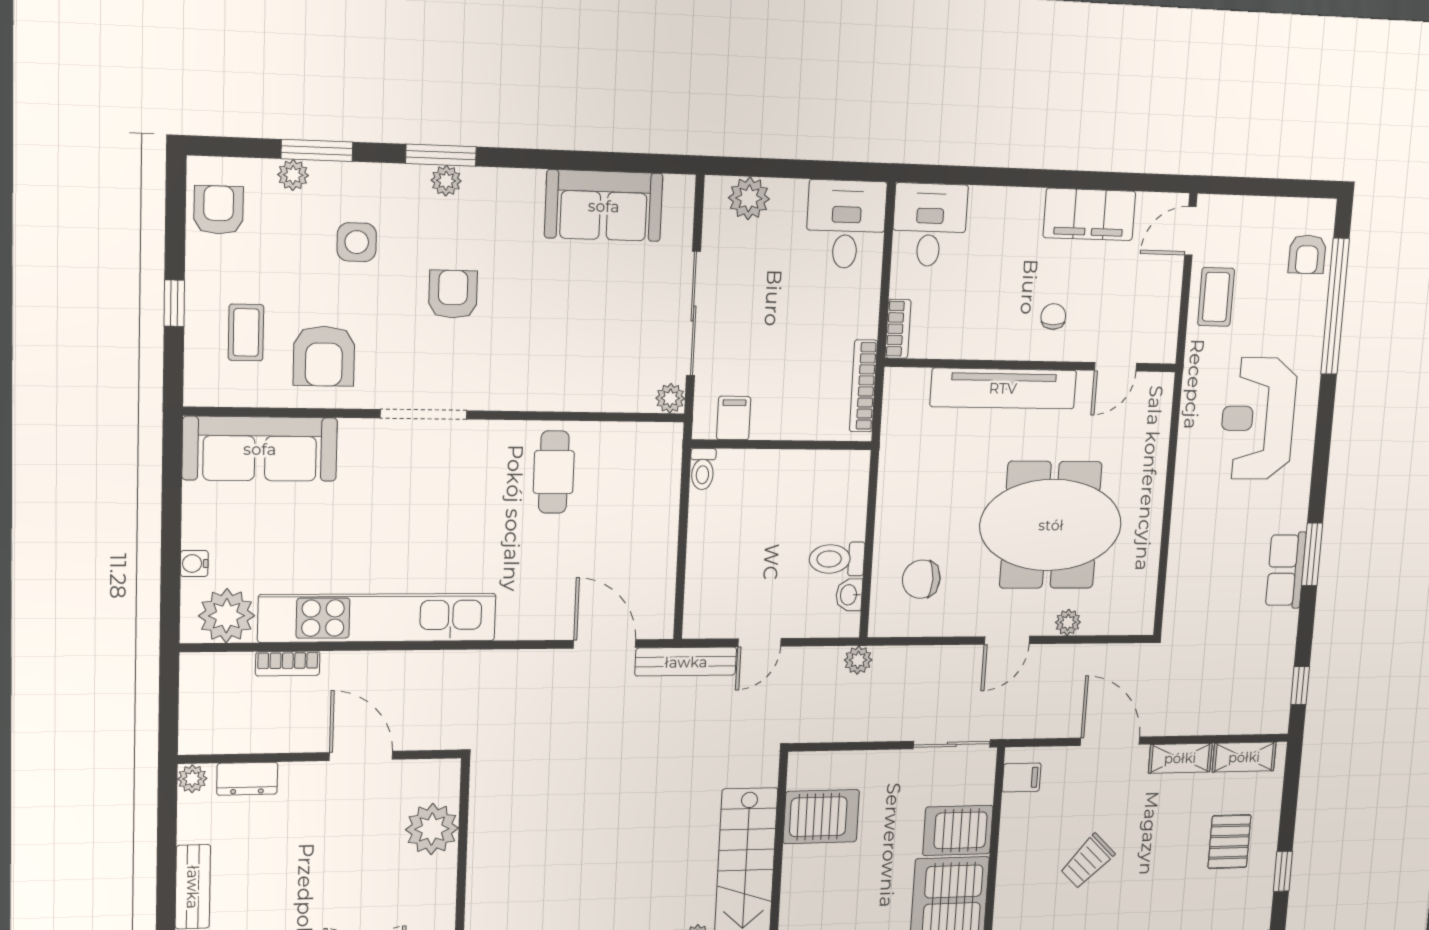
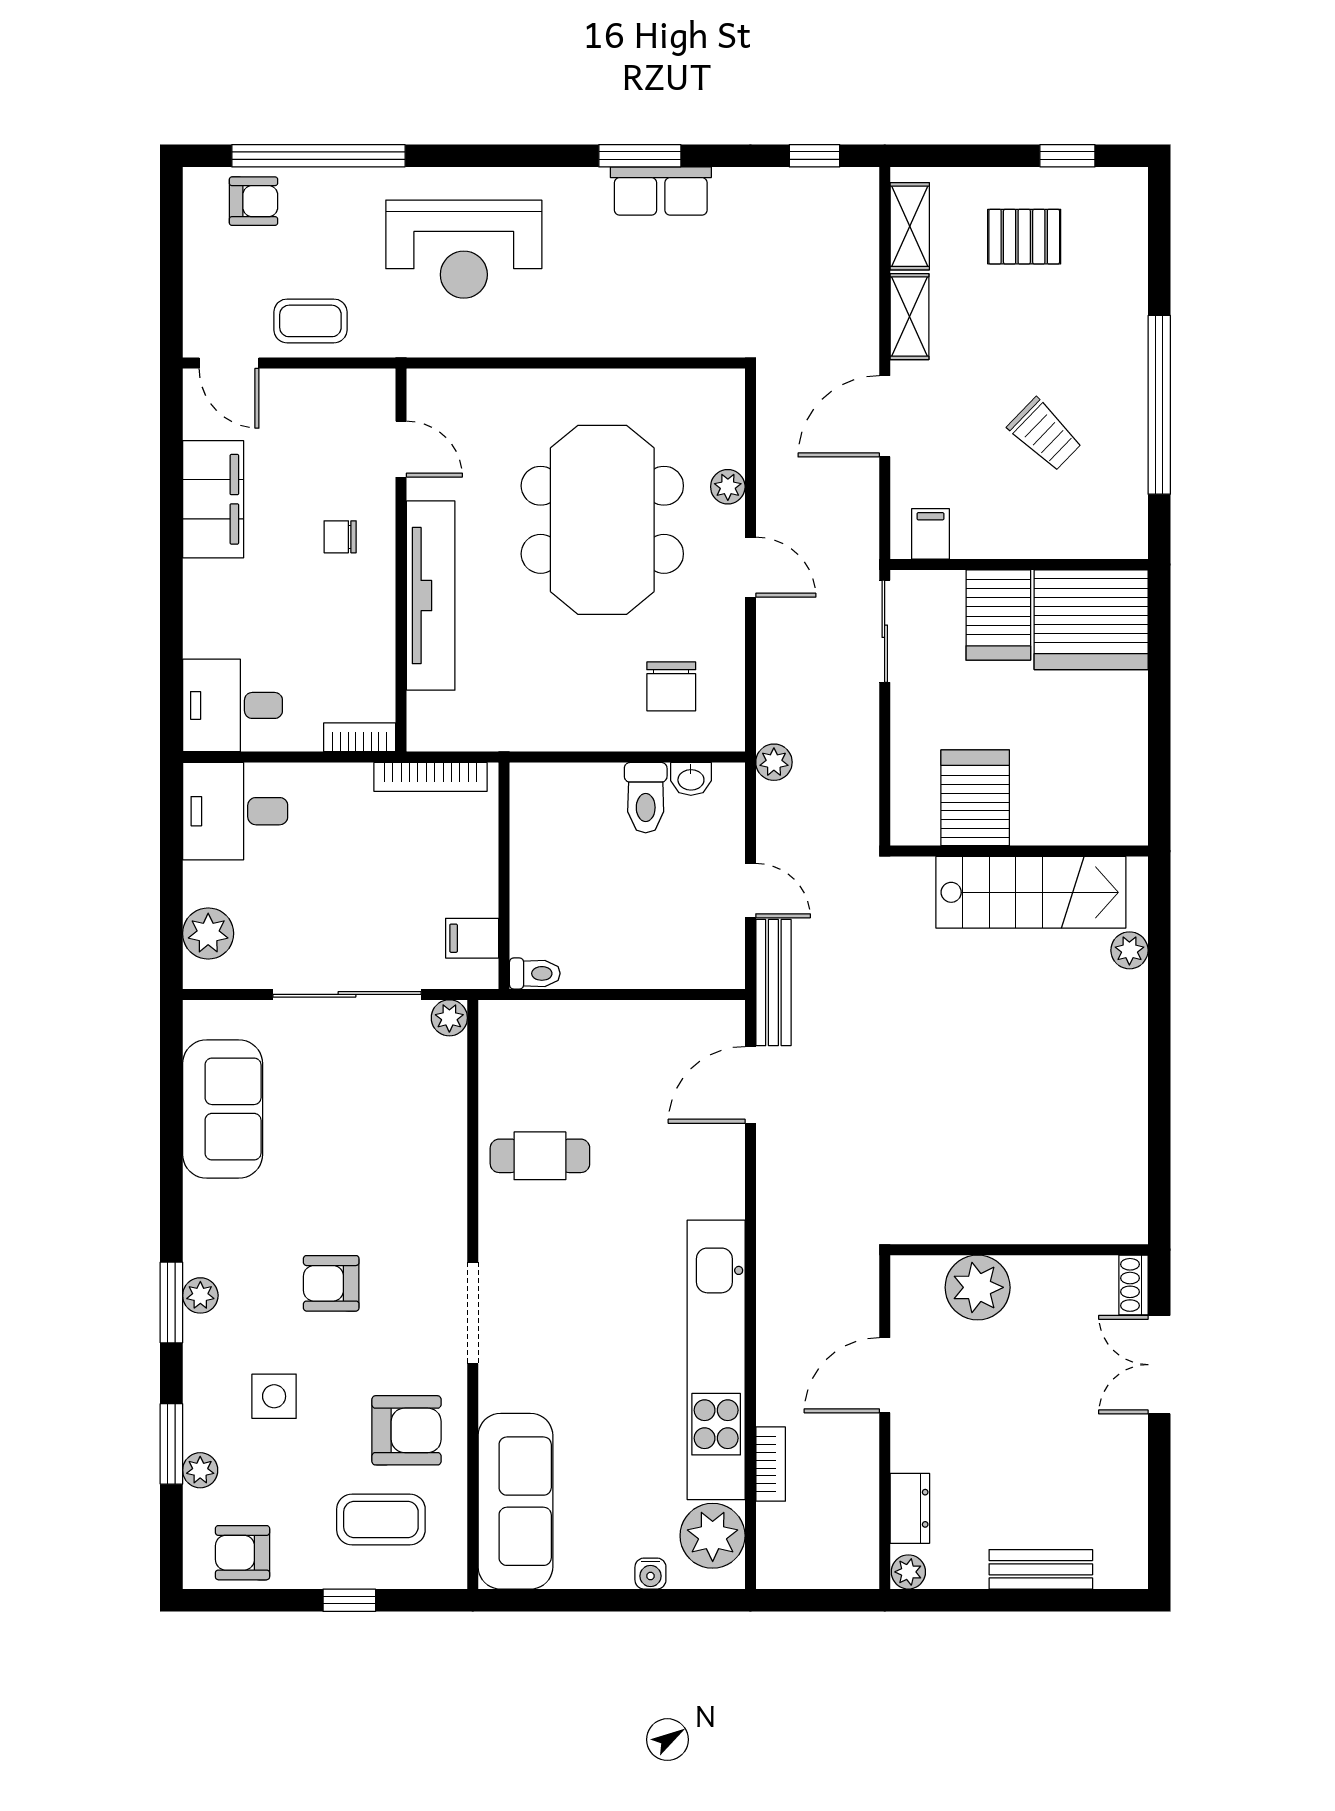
coffee table: (246, 332) -> (381, 1519), width x1.36, depth x1.30

